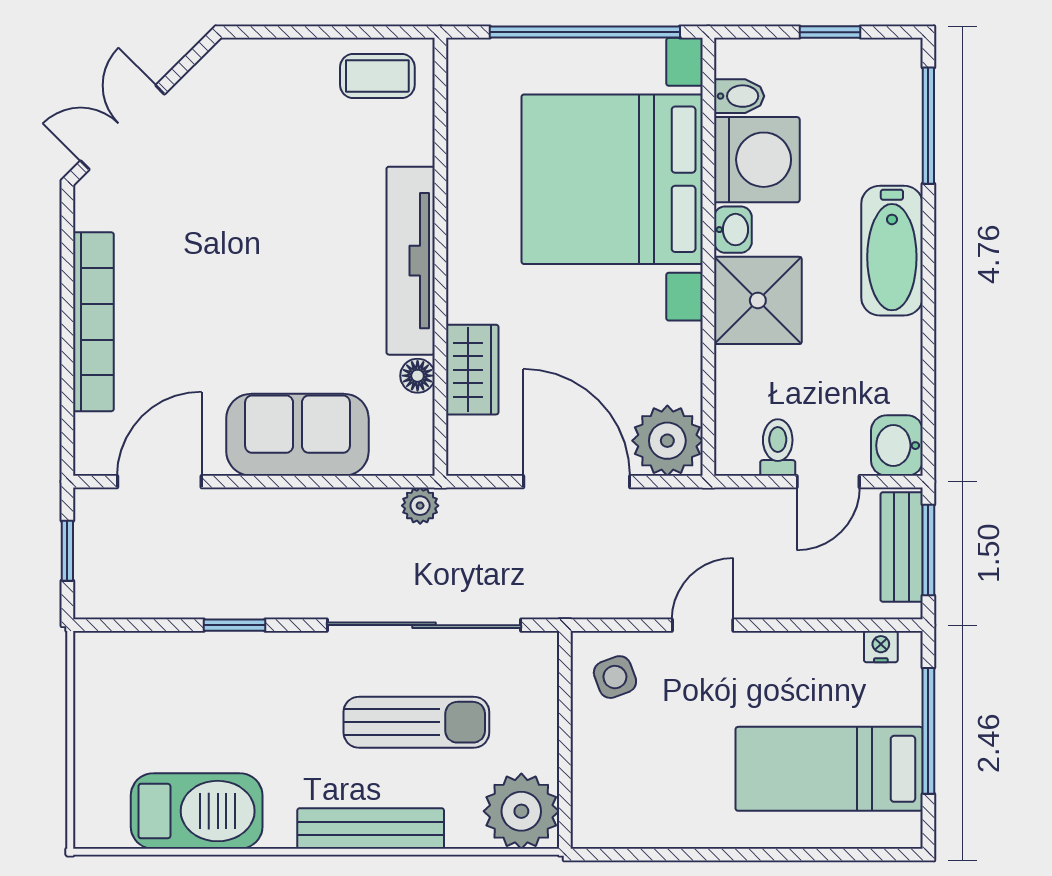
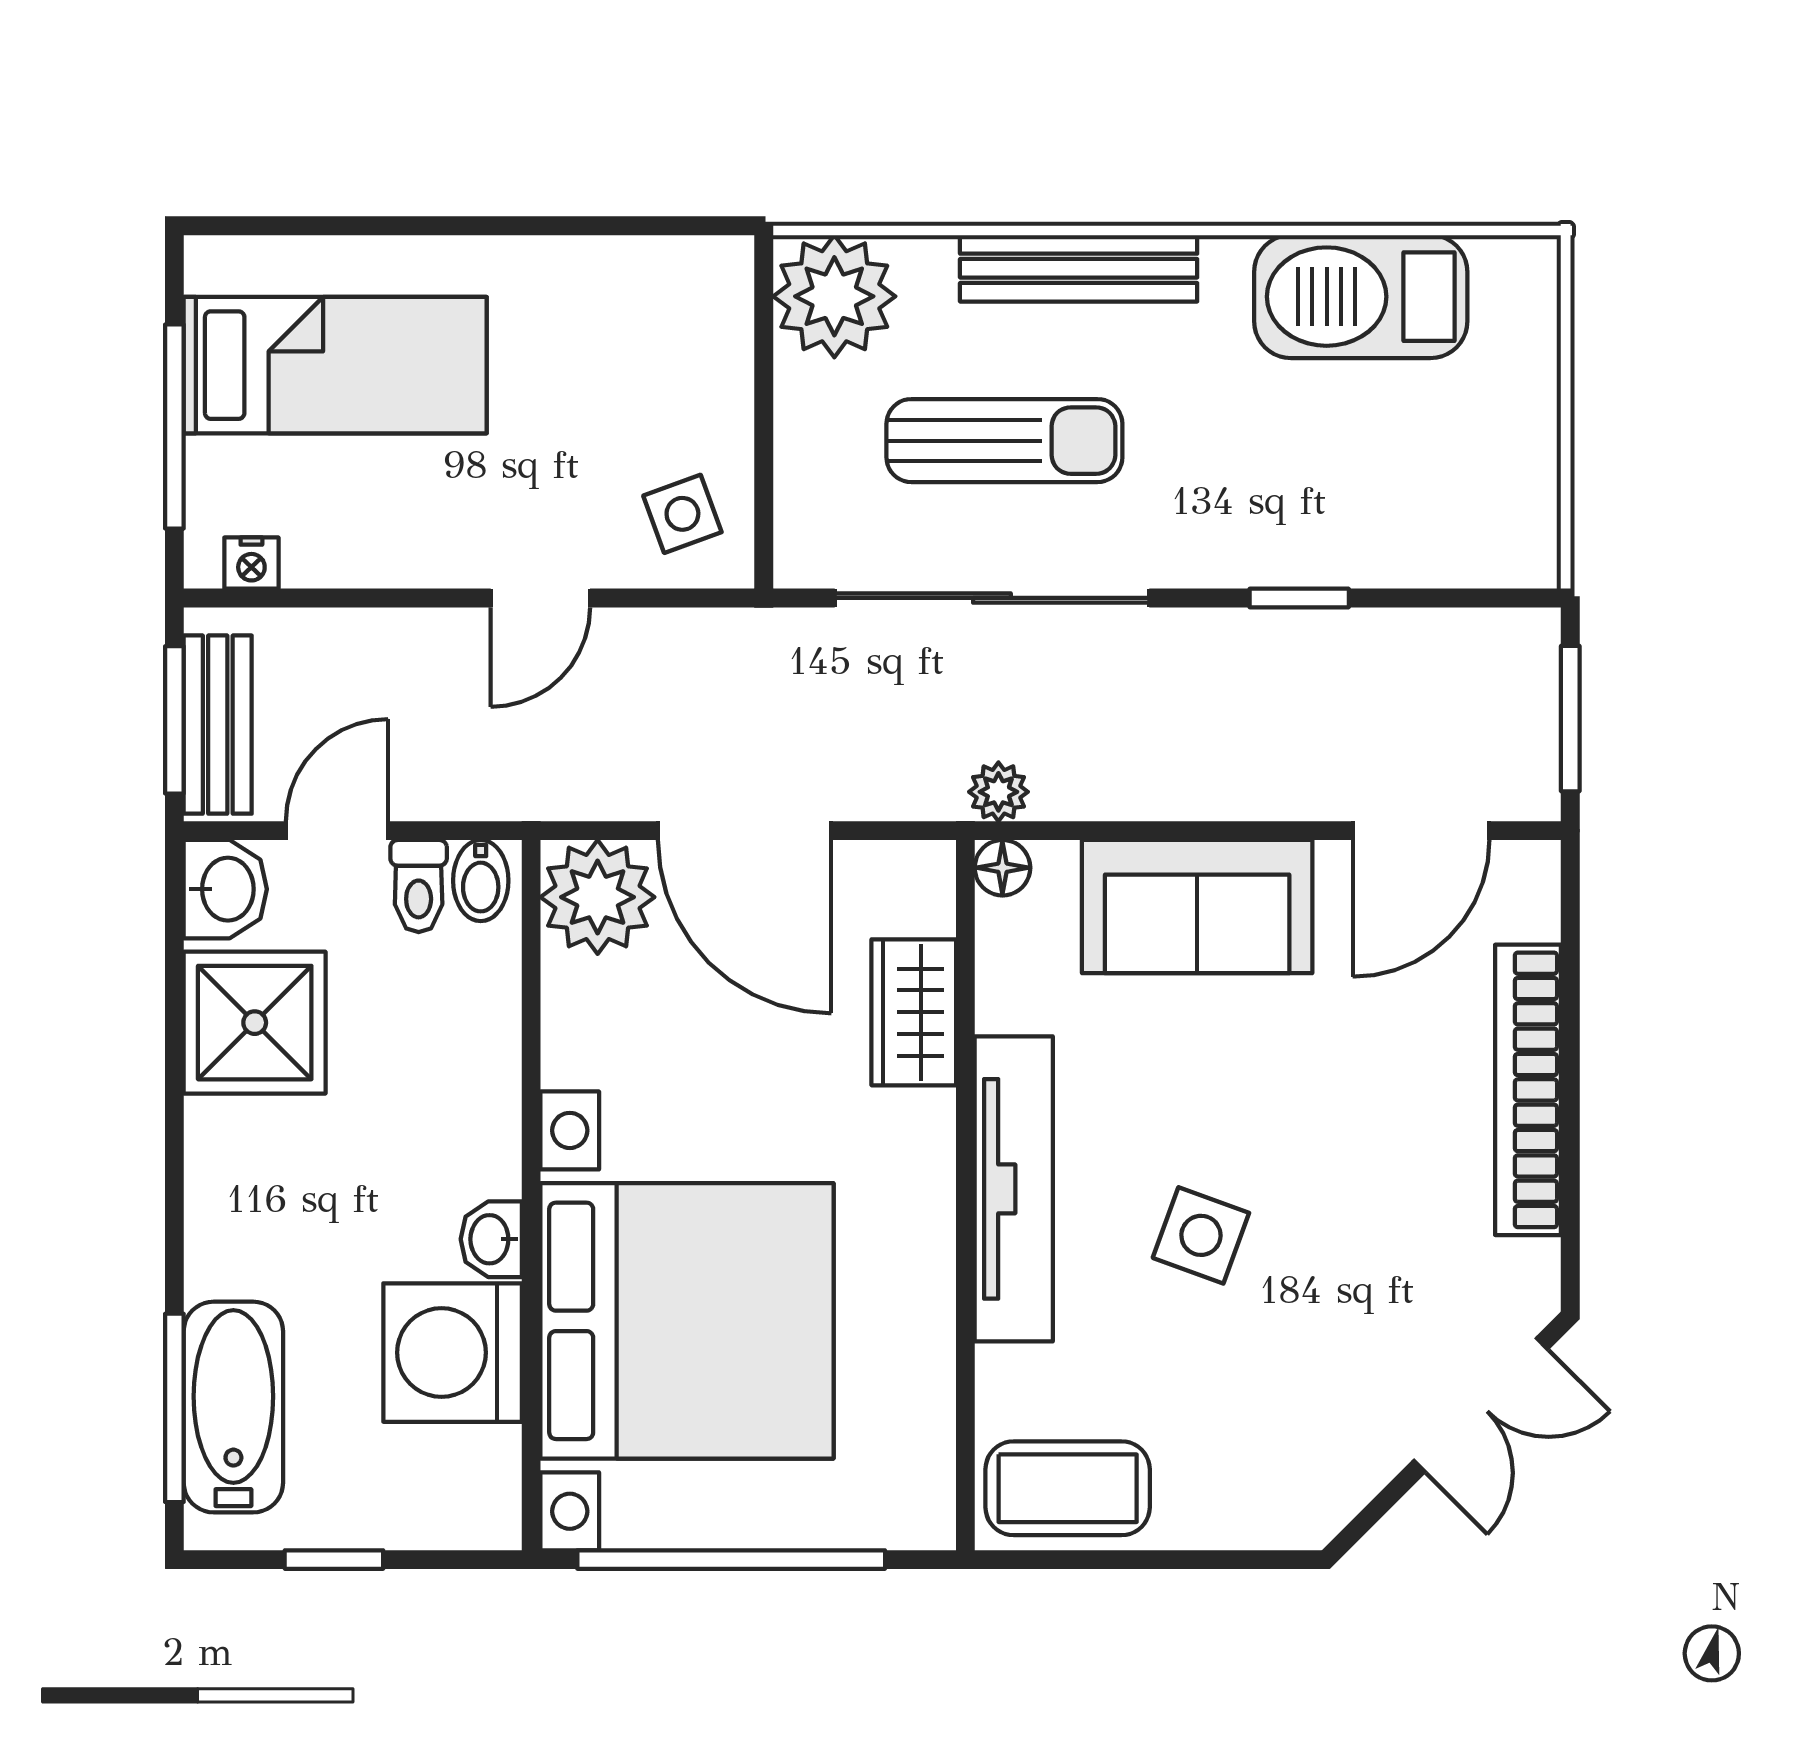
coffee table: (377, 76) -> (1068, 1488), width x1.36, depth x1.30
bidet: (739, 96) -> (481, 881), moved, turned -90
side table: (295, 232) -> (1201, 1235), added
bathtub: (892, 251) -> (233, 1407), moved
shower: (758, 300) -> (255, 1023), moved
floor lamp: (418, 376) -> (1002, 868), moved
window: (67, 551) -> (1570, 719), width x1.50
sun lounger: (416, 722) -> (1004, 441), turned 180

